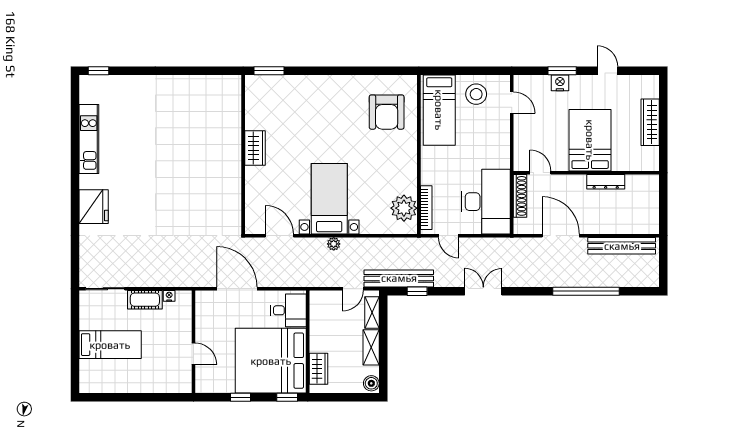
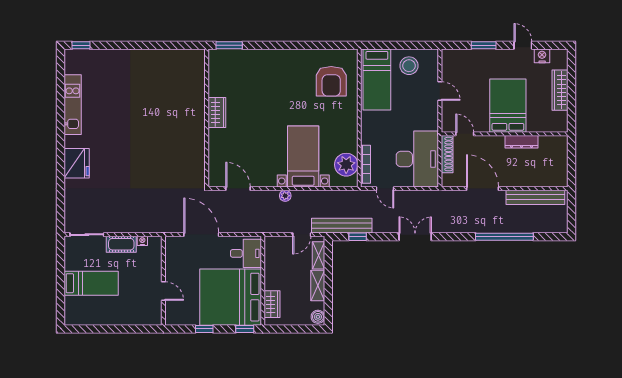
nightstand: (560, 83) -> (542, 56), moved
door: (512, 103) -> (440, 91), moved
bed with nightstands: (329, 199) -> (303, 157), moved

